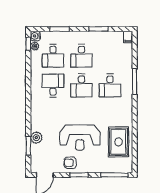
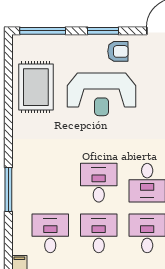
desk: (110, 86) -> (50, 233), moved
reception desk: (80, 138) -> (101, 94), turned 180

